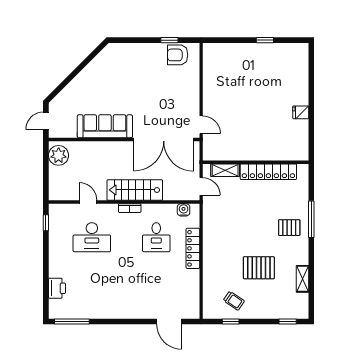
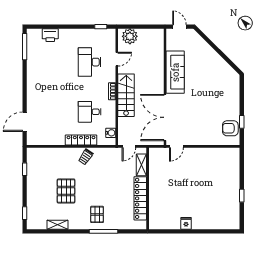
armchair: (178, 55) -> (230, 128), turned -90
plant: (59, 155) -> (130, 36), moved
trolley: (234, 301) -> (86, 157), moved

